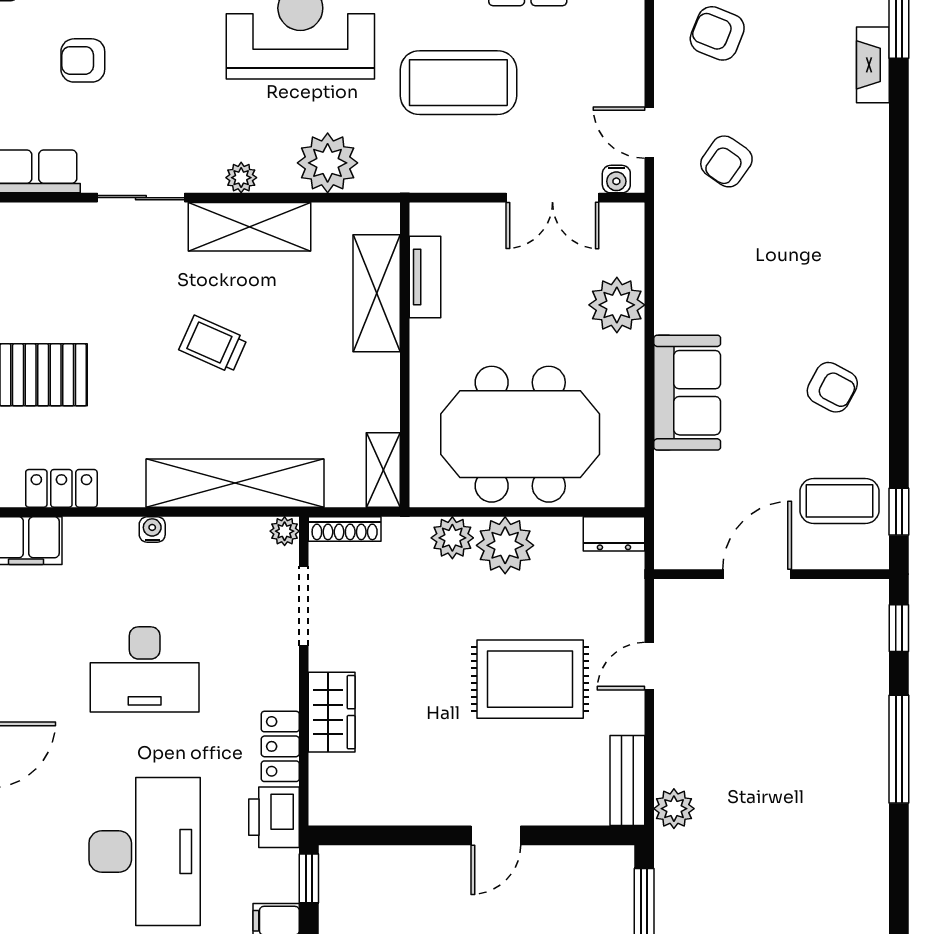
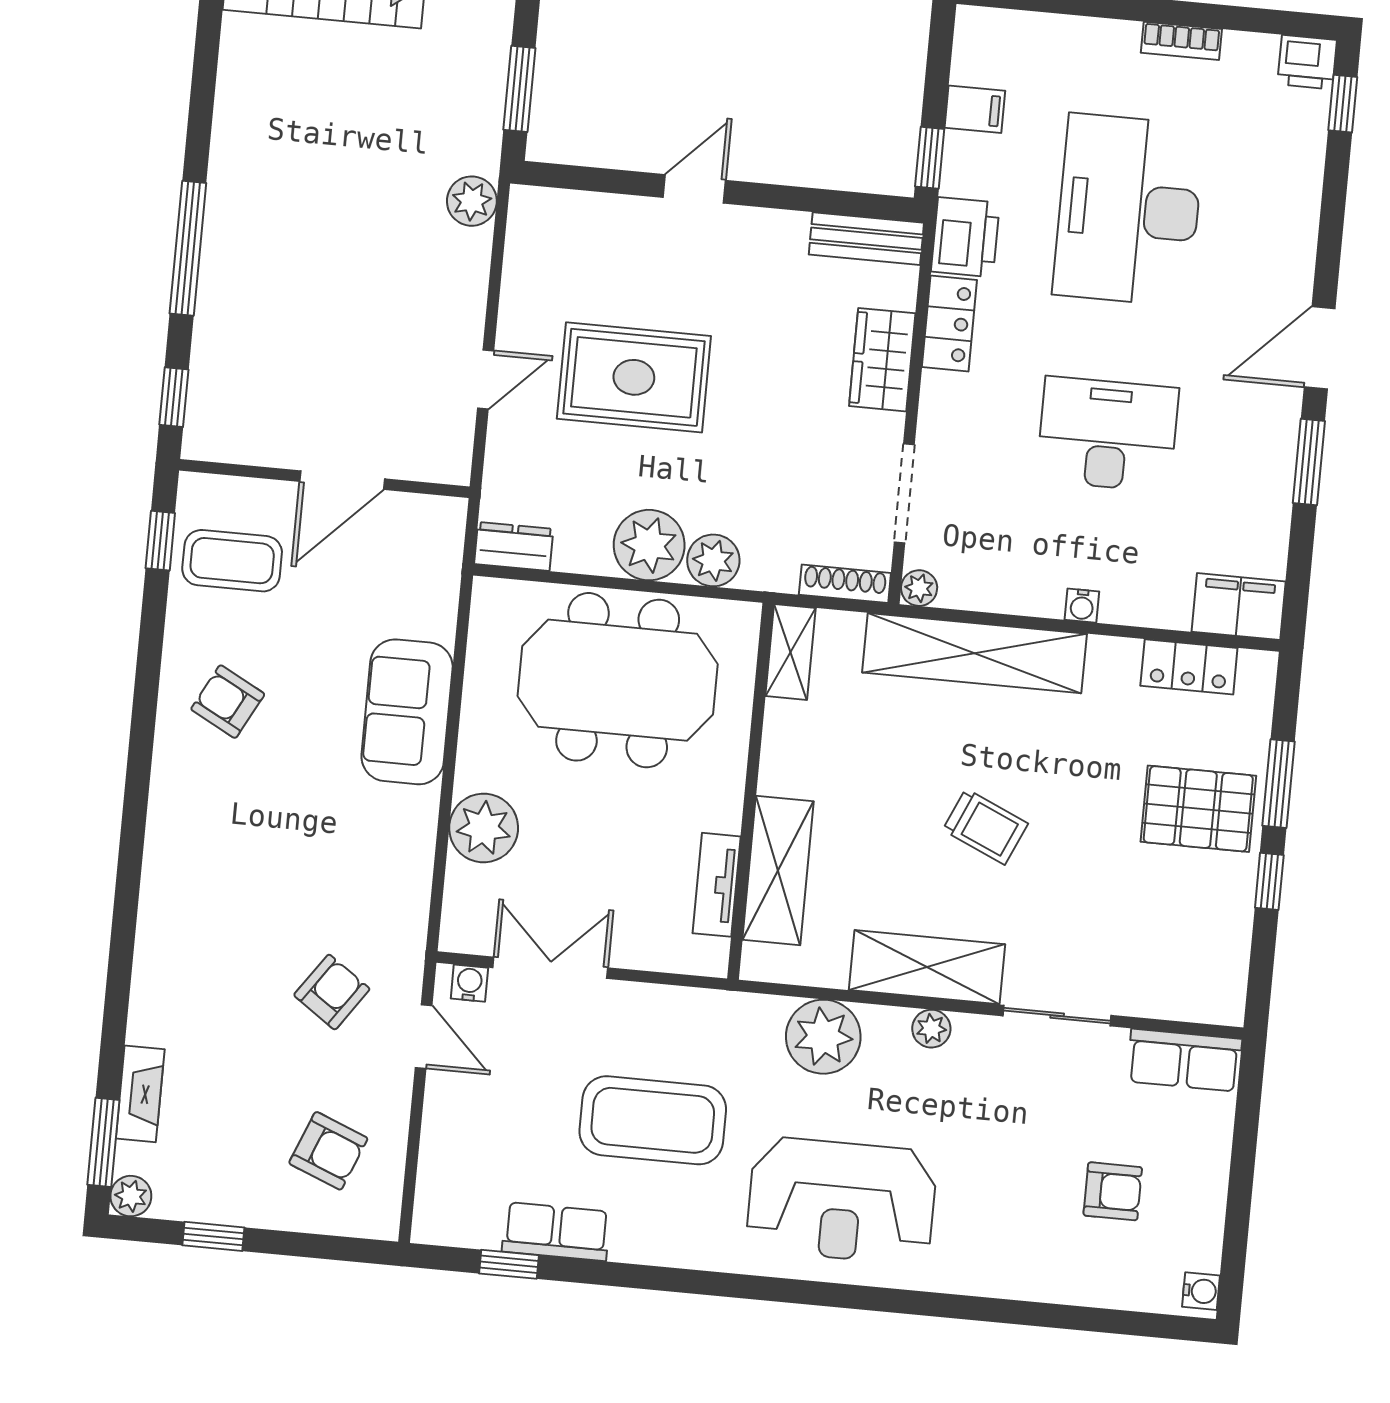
bench: (627, 781) -> (866, 239), moved, turned 90

